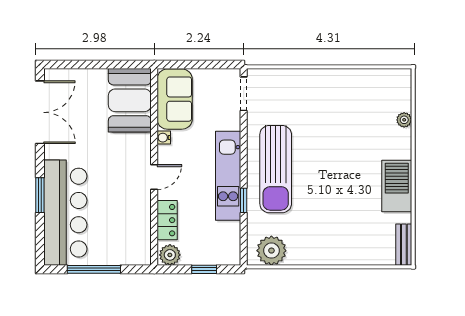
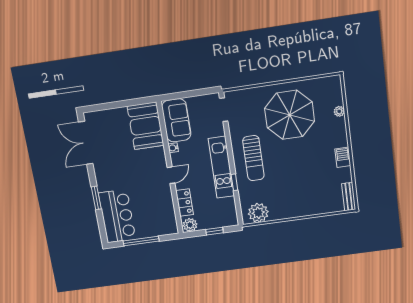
double door: (40, 112) -> (86, 143), swing flipped
parasol: (335, 114) -> (290, 115), added
sun lounger: (276, 169) -> (253, 158), width x0.73, depth x0.75
barbecue: (397, 186) -> (343, 157), width x0.53, depth x0.65
bar counter: (65, 213) -> (117, 216), width x0.73

